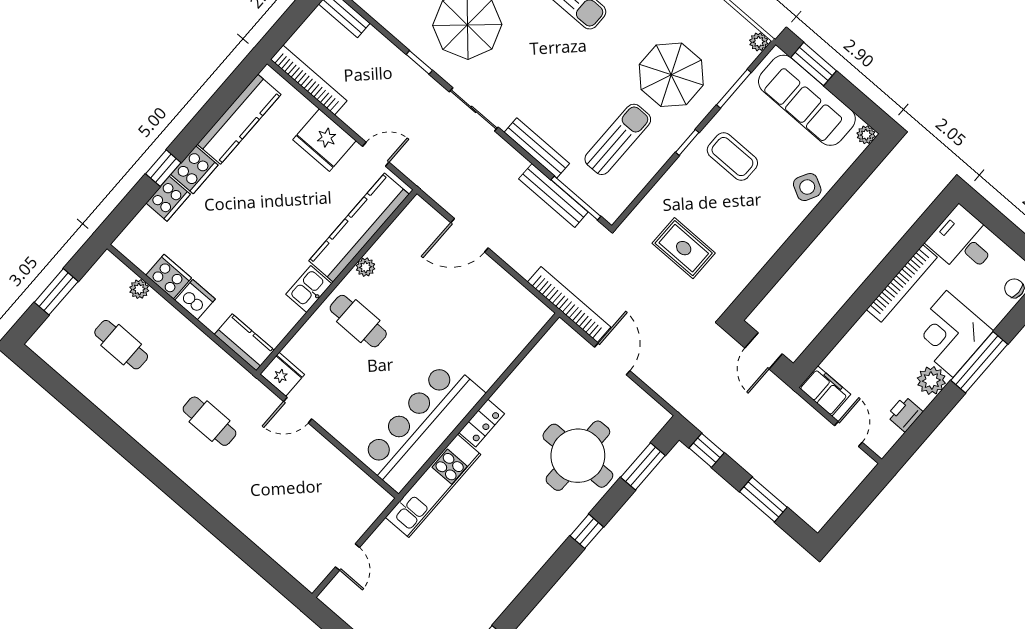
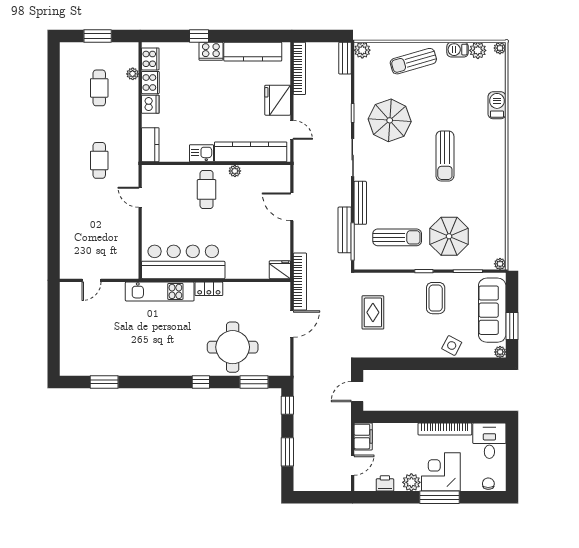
window: (814, 64) -> (512, 326), moved
cooker: (168, 199) -> (150, 59), moved, turned -90
fridge: (282, 374) -> (280, 270), moved, turned -90

